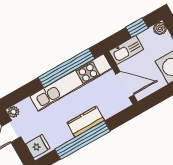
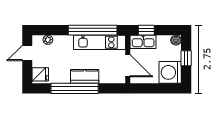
window: (137, 28) -> (146, 30), moved
kitchen unit: (71, 82) -> (99, 42), width x0.73
plant: (13, 112) -> (48, 40), moved

